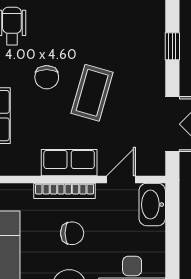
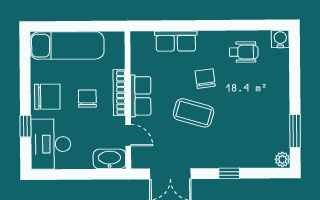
chair: (47, 77) -> (205, 79), turned 83
chair: (72, 233) -> (87, 99), turned 180

